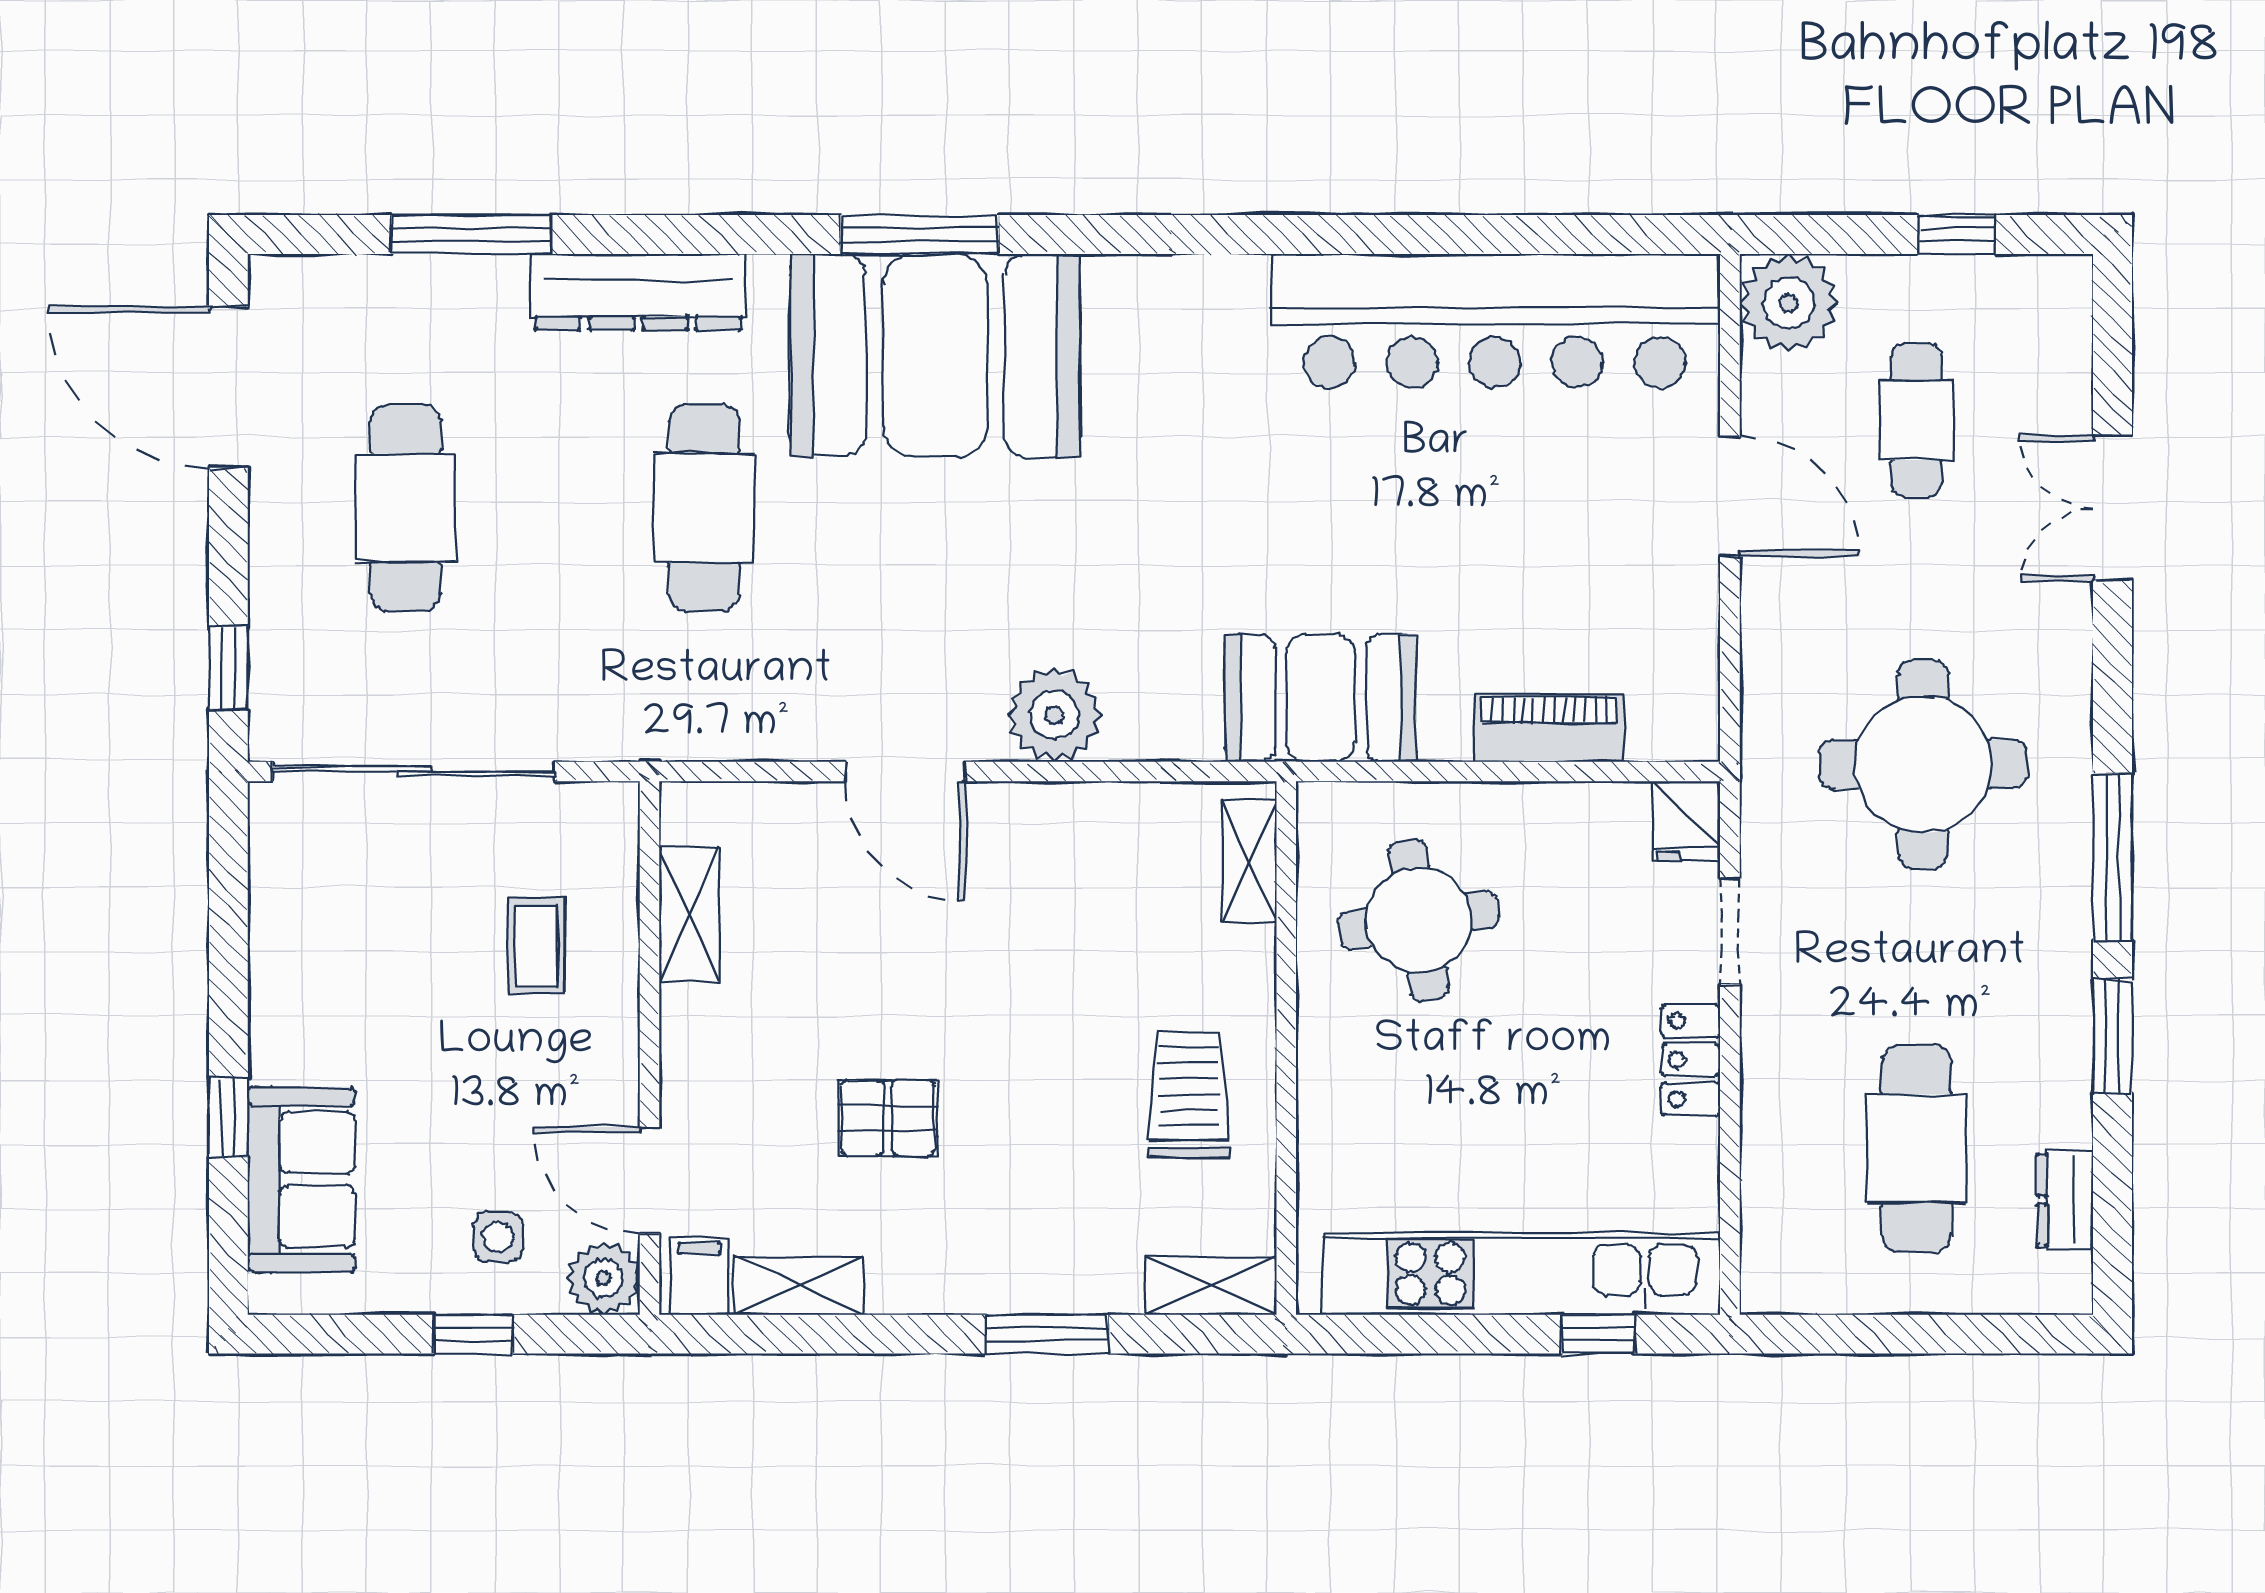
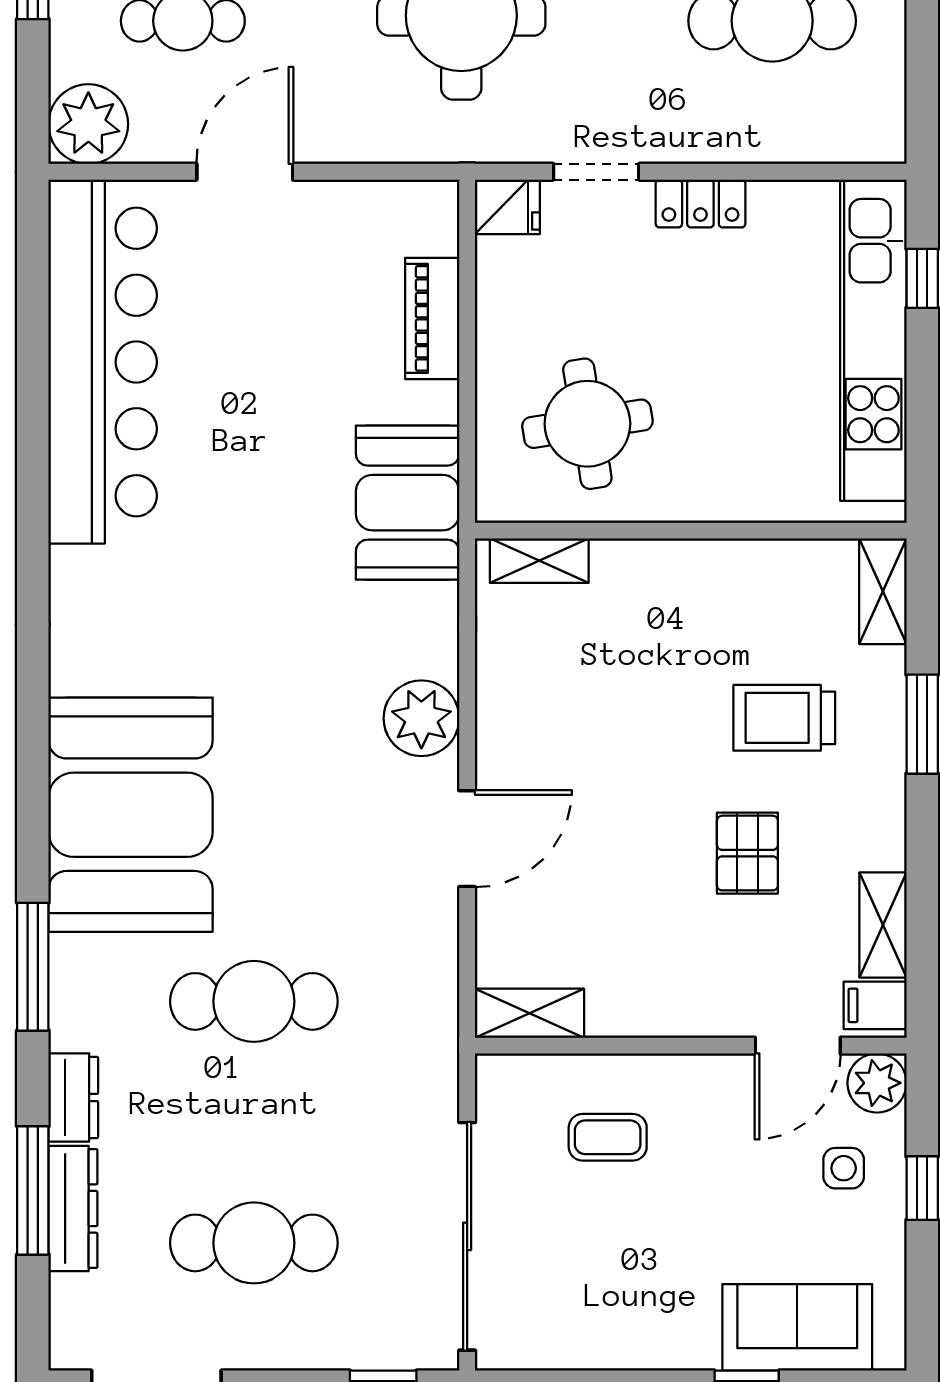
window: (920, 234) -> (33, 967), moved
dresser: (448, 284) -> (73, 1209), added
dresser: (638, 292) -> (73, 1098), width x0.51, depth x0.80
shelving: (690, 914) -> (529, 1013), moved
trolley: (1188, 1095) -> (784, 718), moved

